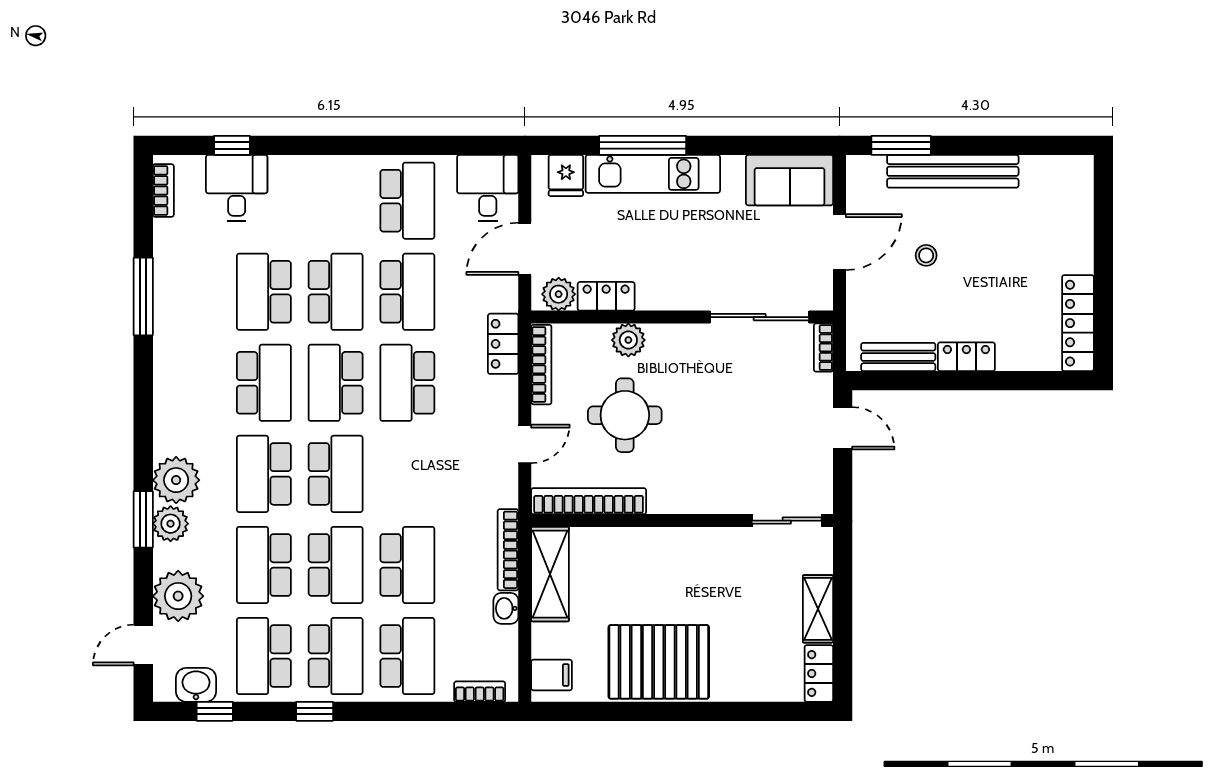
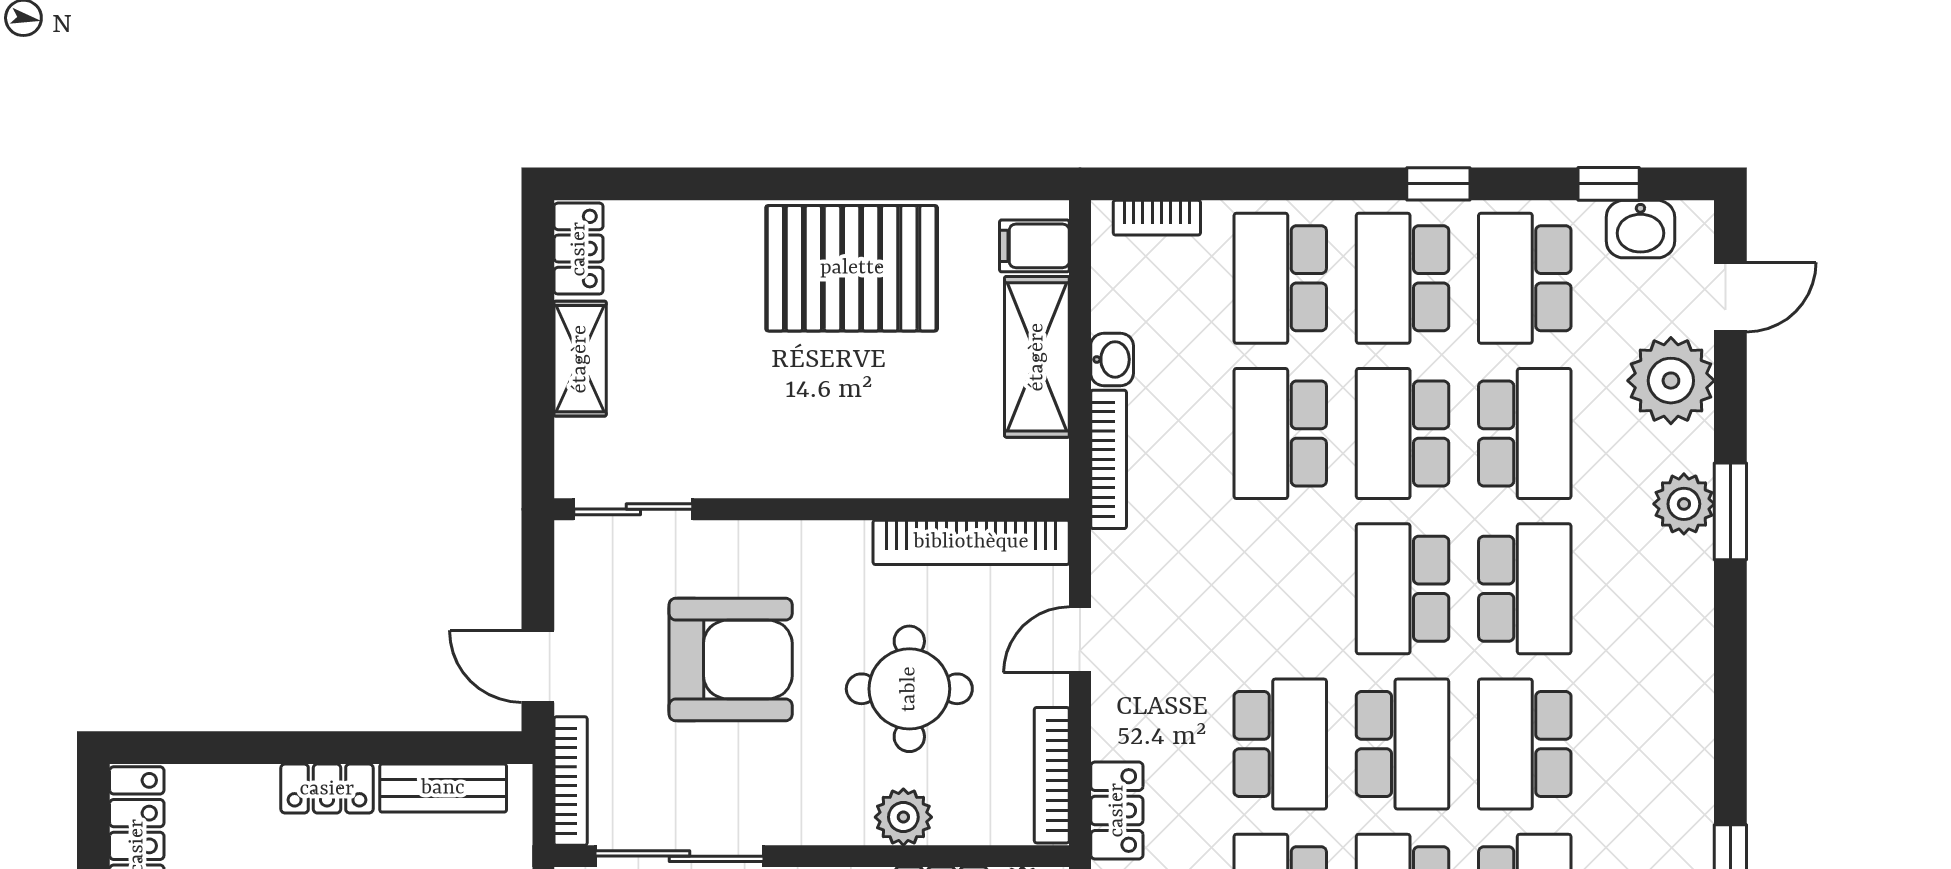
bookcase: (823, 348) -> (571, 781), width x1.56
armchair: (730, 432) -> (731, 660), added
plant: (176, 480) -> (1674, 578), removed
shelving: (550, 574) -> (1037, 357), moved
school desk: (264, 656) -> (1525, 278), turned 180

